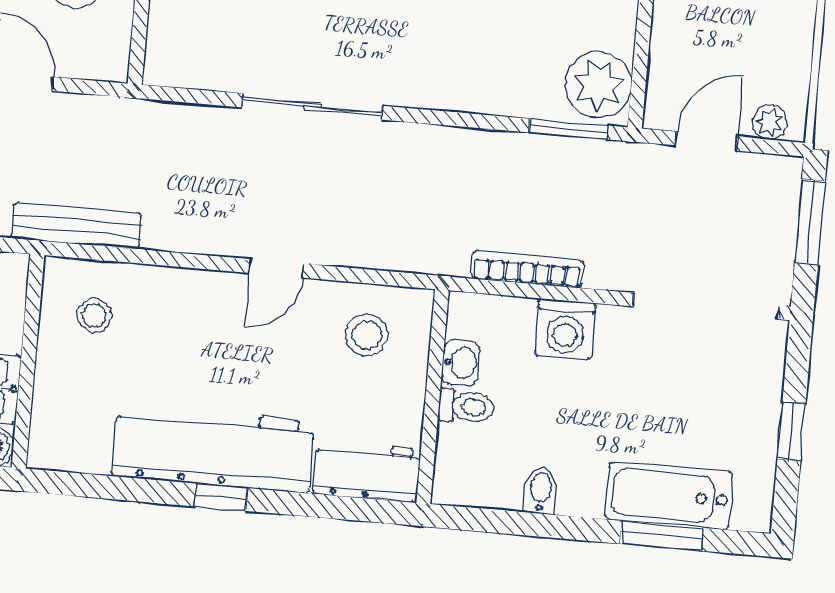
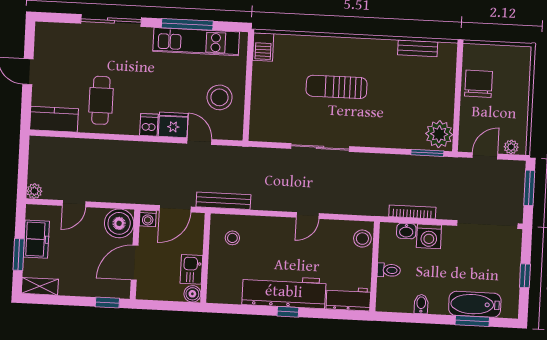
stool: (367, 335) -> (362, 239), moved
washbasin: (461, 363) -> (406, 231), moved, turned 90

